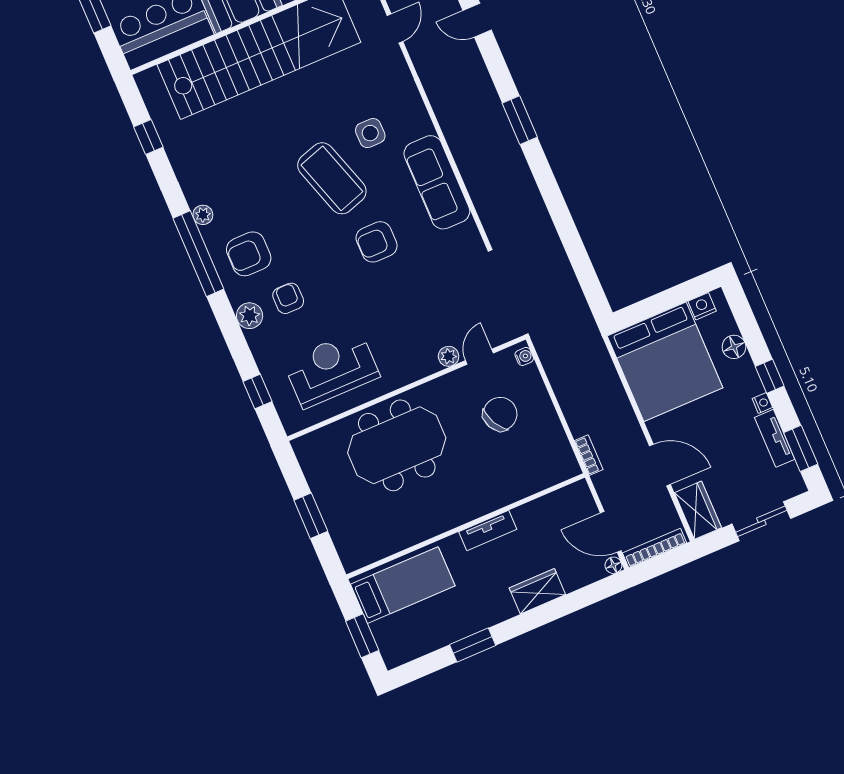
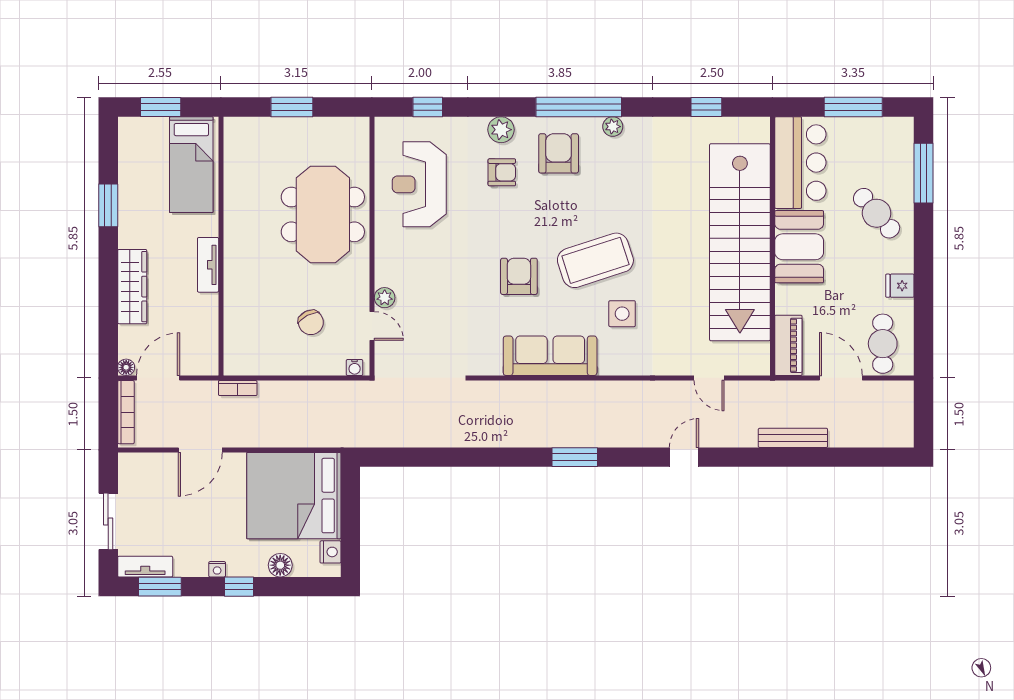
reception desk: (331, 369) -> (419, 184), turned 180
chair: (500, 414) -> (311, 322), width x0.73, depth x0.73
tv unit: (775, 438) -> (145, 567), moved
wardrobe: (698, 510) -> (144, 467), removed
wardrobe: (537, 591) -> (132, 287), width x1.50

